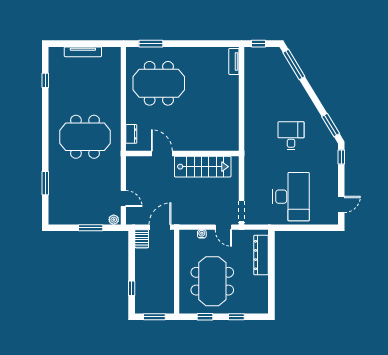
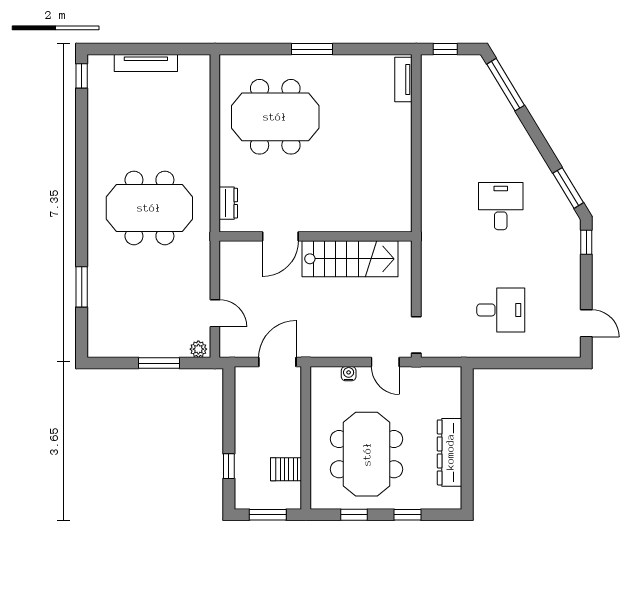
window: (151, 44) -> (312, 49), moved
window: (45, 80) -> (82, 76), moved
door: (162, 153) -> (280, 236), swing flipped
desk: (291, 197) -> (501, 310), width x0.53, depth x0.77
door: (341, 204) -> (586, 323), hinge flipped
server rack: (142, 239) -> (286, 469), moved, turned 90
dresser: (261, 255) -> (450, 452), moved

